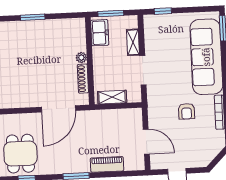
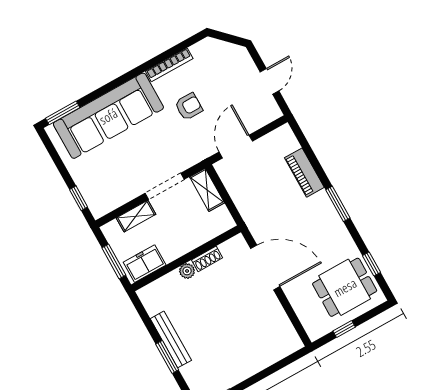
bench: (43, 25) -> (171, 339), added
shoe rack: (83, 79) -> (207, 259), width x0.70
shelving: (112, 97) -> (207, 190), moved
door: (146, 142) -> (236, 147), moved

